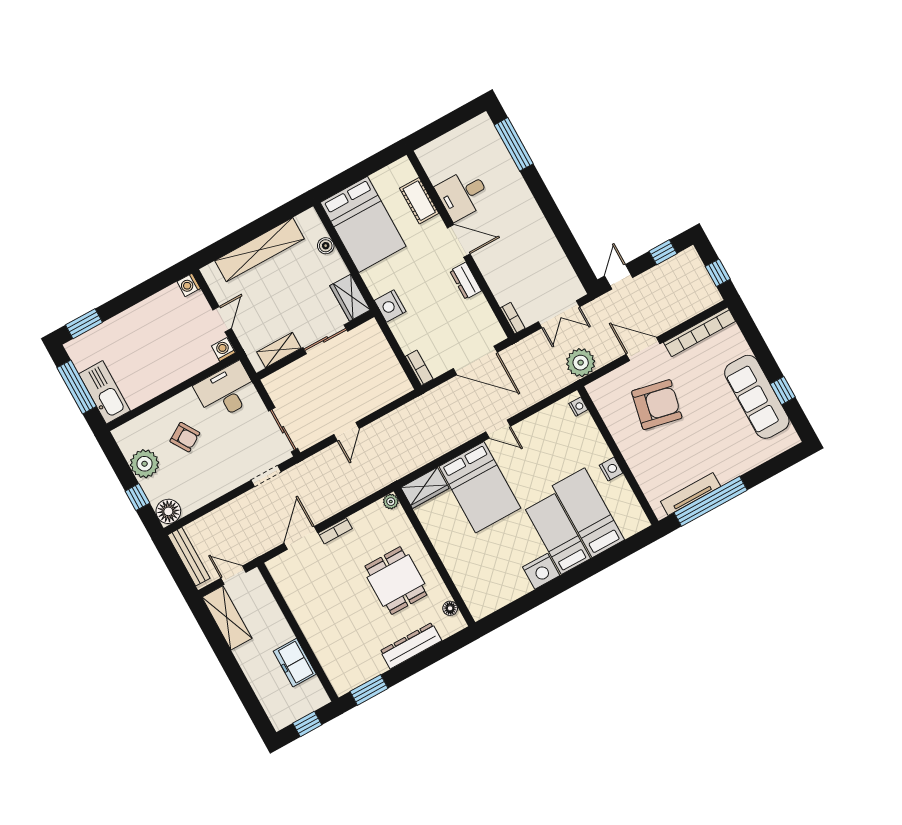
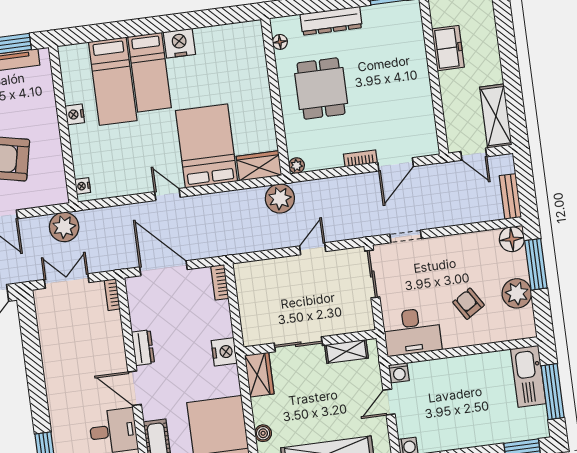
plant: (394, 466) -> (280, 198), added
window: (137, 497) -> (536, 264), width x2.17
bench: (189, 557) -> (510, 196), width x0.73

